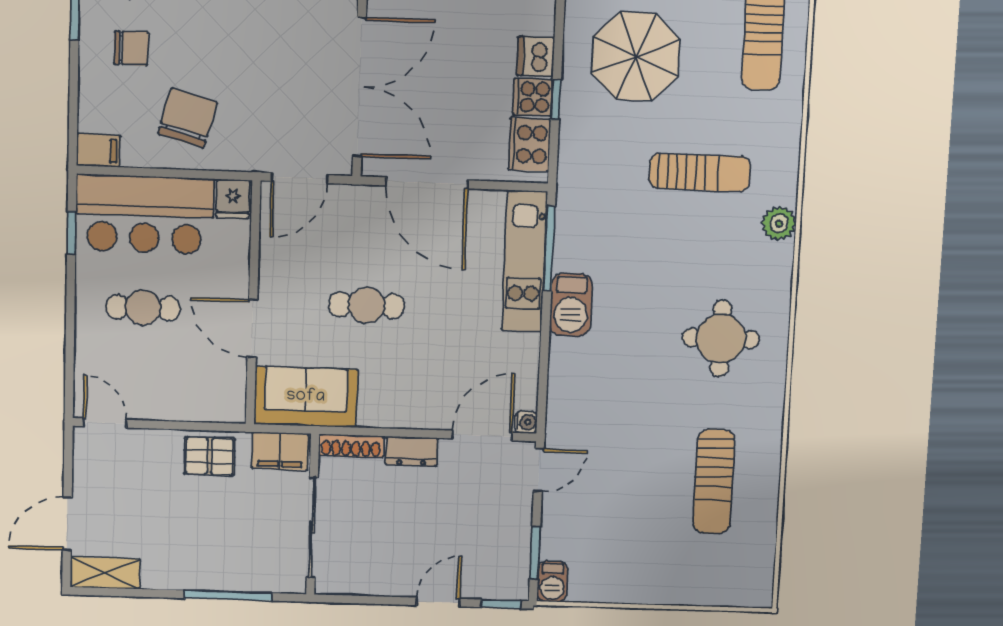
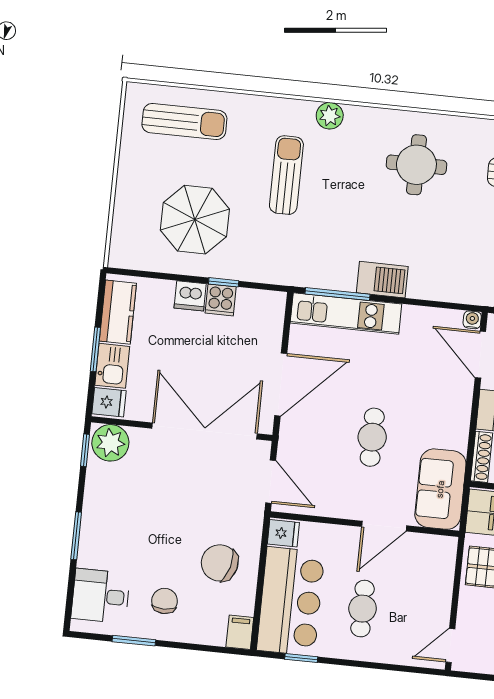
cooker: (530, 144) -> (256, 304), removed

